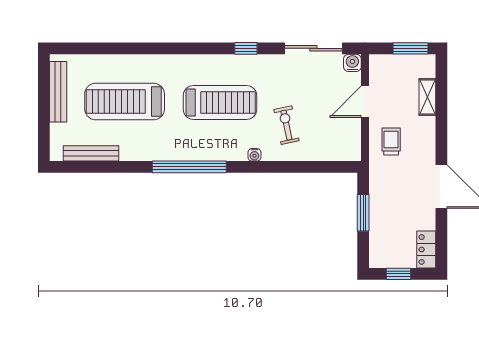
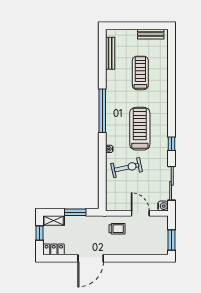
bench: (58, 92) -> (151, 34), width x0.73
shelving: (427, 97) -> (54, 221), moved
treadmill: (125, 102) -> (140, 73), width x0.73, depth x0.73
treadmill: (220, 102) -> (140, 129), turned 180
exercise bike: (286, 125) -> (127, 168), width x1.38, depth x1.39

